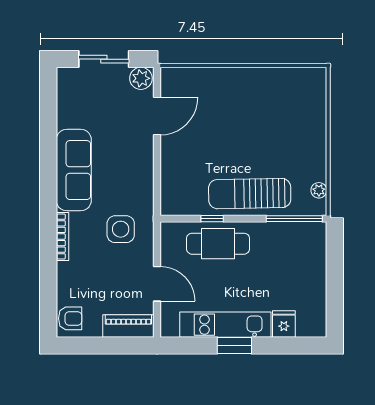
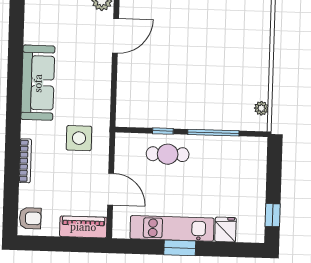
sun lounger: (250, 194) -> (198, 109), removed
window: (294, 219) -> (213, 133), moved
bookcase: (63, 237) -> (25, 161), moved
cafe table: (218, 244) -> (168, 154), width x0.73, depth x0.74
window: (335, 307) -> (273, 215), added

